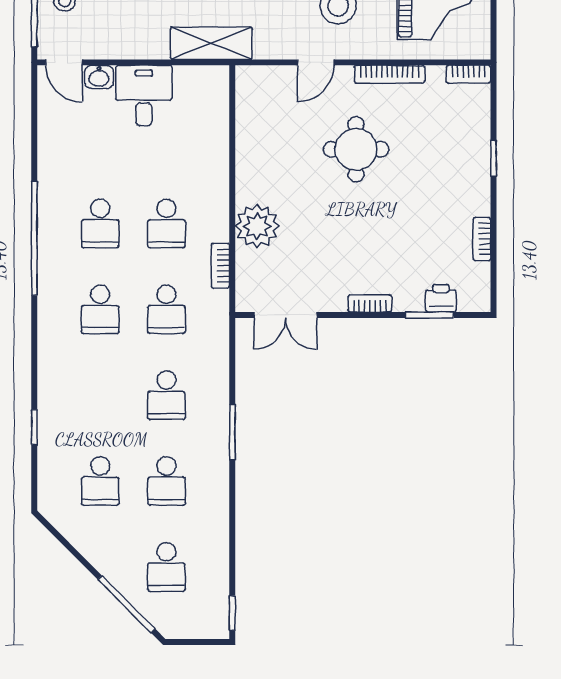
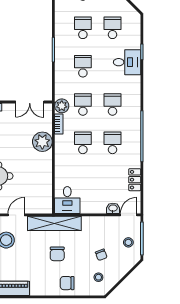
shelving: (211, 43) -> (54, 223), width x1.47
door: (64, 62) -> (129, 215), hinge flipped
desk: (144, 96) -> (67, 200), moved
locker: (50, 141) -> (135, 180), added
plant: (214, 306) -> (62, 106), added
double door: (285, 315) -> (30, 102), swing flipped
desk: (68, 404) -> (127, 62), added

